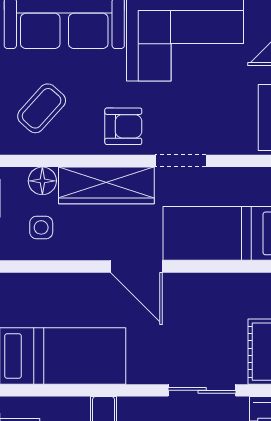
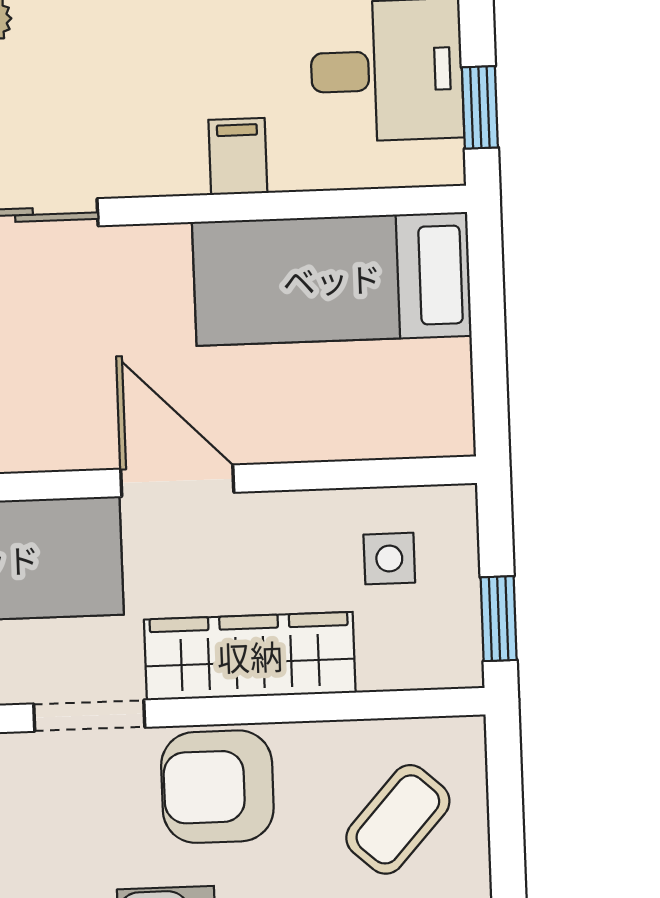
armchair: (123, 126) -> (217, 787), width x1.38, depth x1.38
floor lamp: (42, 181) -> (390, 661), removed

